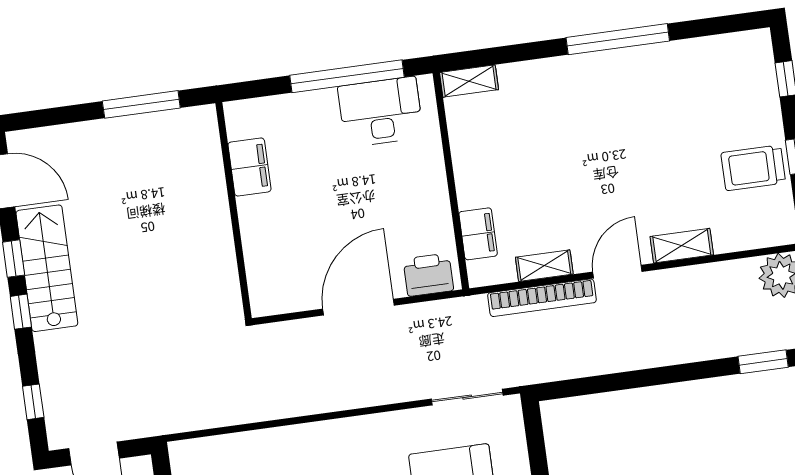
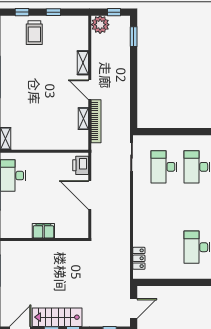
filing cabinet: (249, 167) -> (43, 231), moved
trolley: (753, 168) -> (34, 33), moved
filing cabinet: (478, 234) -> (67, 143), removed
locker: (219, 449) -> (139, 258), added

